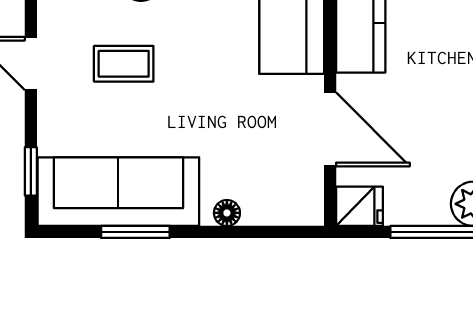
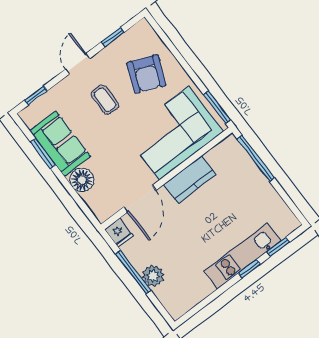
sofa: (118, 192) -> (60, 143), width x0.73
floor lamp: (227, 213) -> (82, 180), width x1.89, depth x1.89

